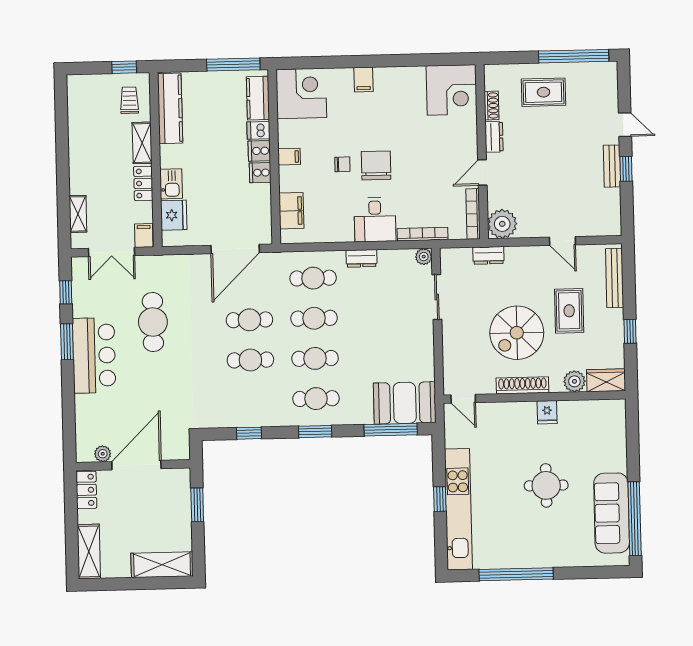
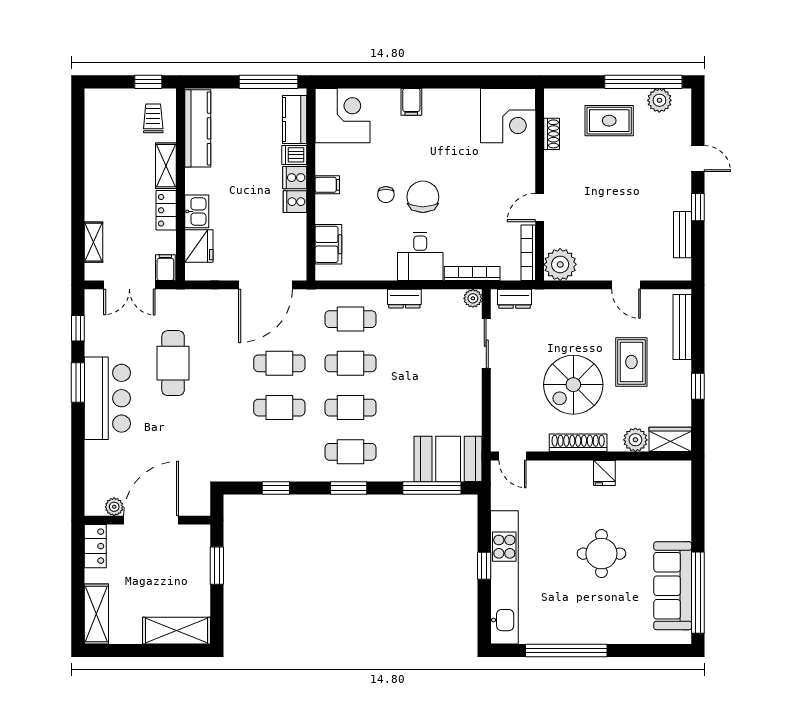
plant: (589, 73) -> (659, 100), added
dresser: (494, 137) -> (554, 168), removed
chair: (342, 164) -> (386, 195), turned 90
bench: (612, 166) -> (683, 235), moved
dresser: (488, 255) -> (514, 299), moved

